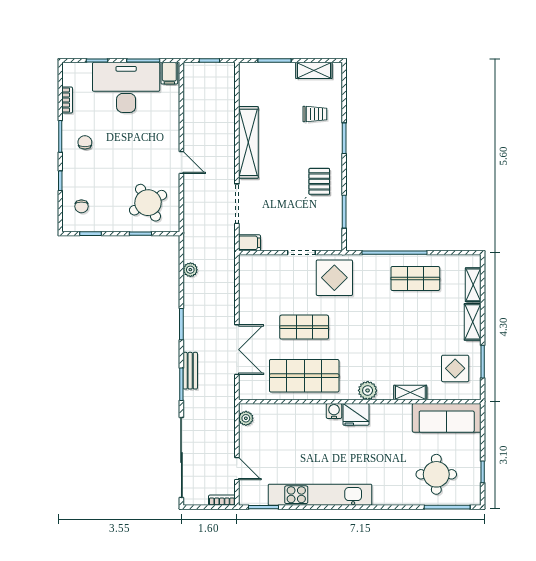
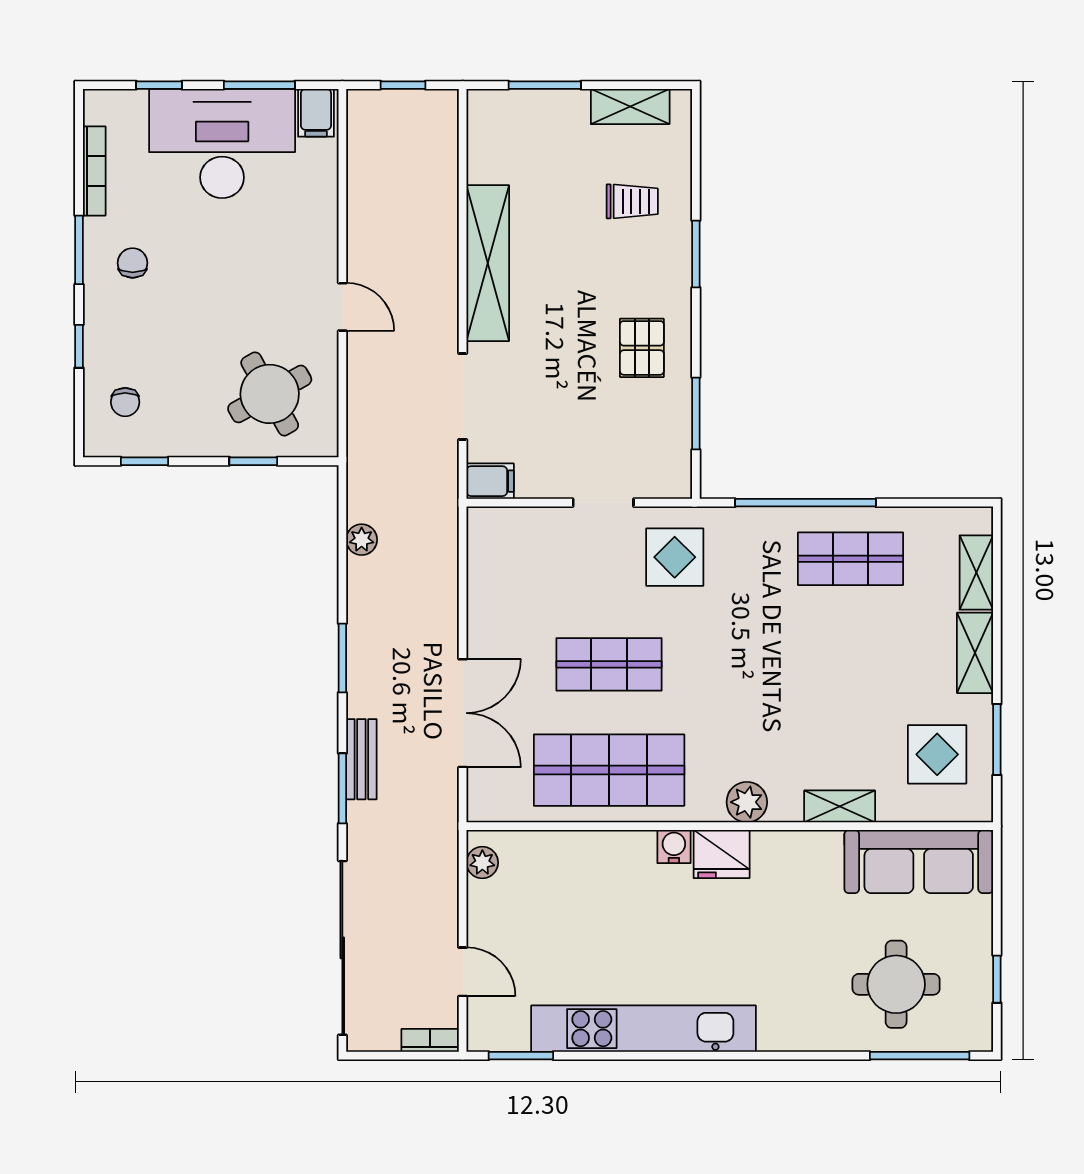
bookcase: (67, 100) -> (94, 171), width x1.56
display table: (334, 278) -> (675, 557), width x0.73, depth x0.73

